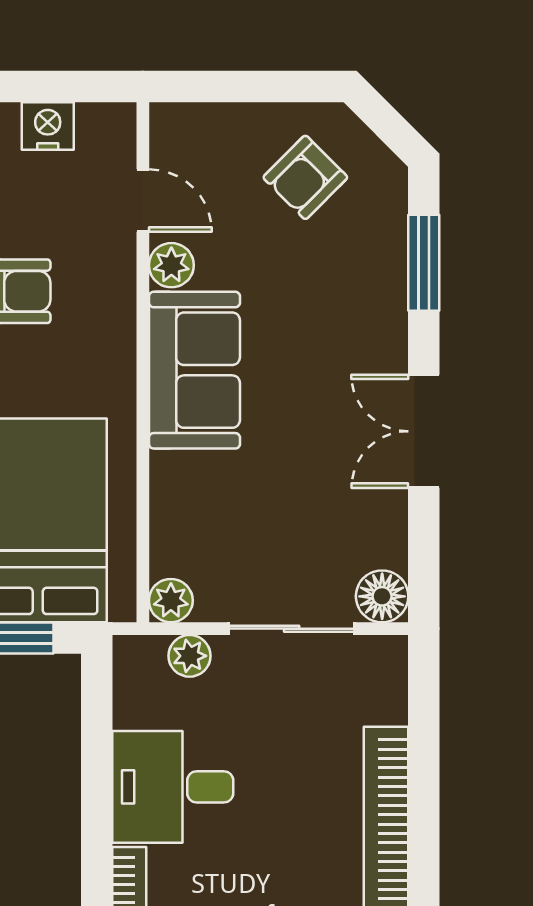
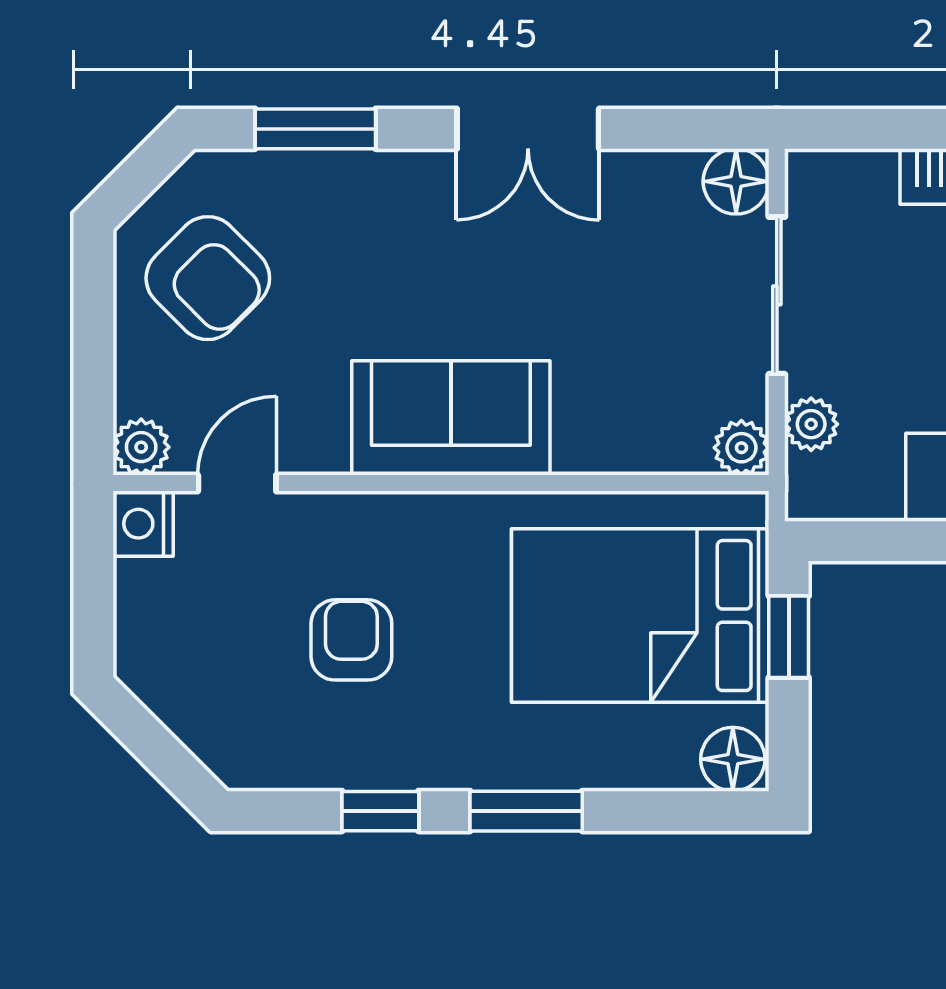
nightstand: (48, 126) -> (143, 524), moved
armchair: (305, 177) -> (208, 278), width x1.38, depth x1.38
plant: (171, 265) -> (141, 447), moved

